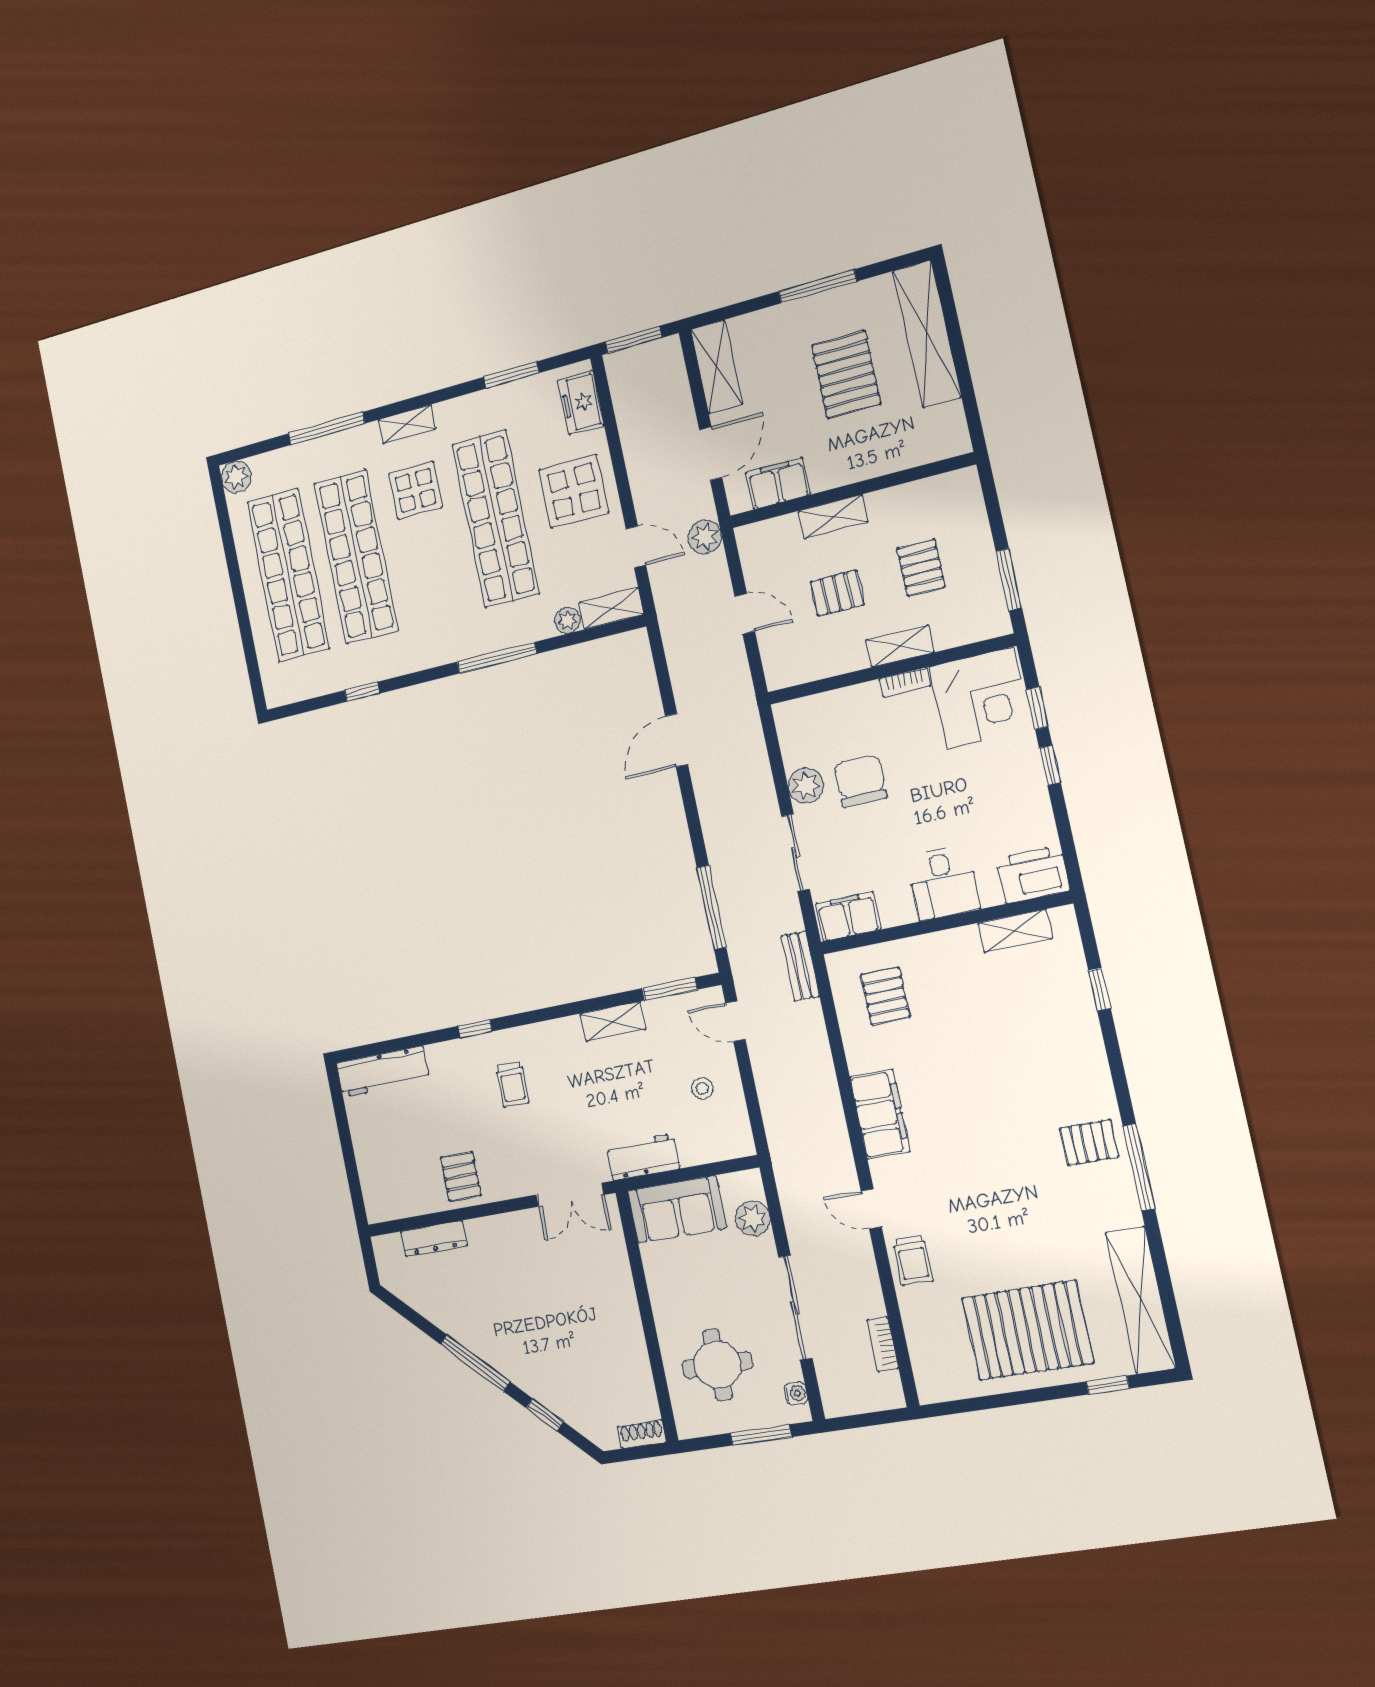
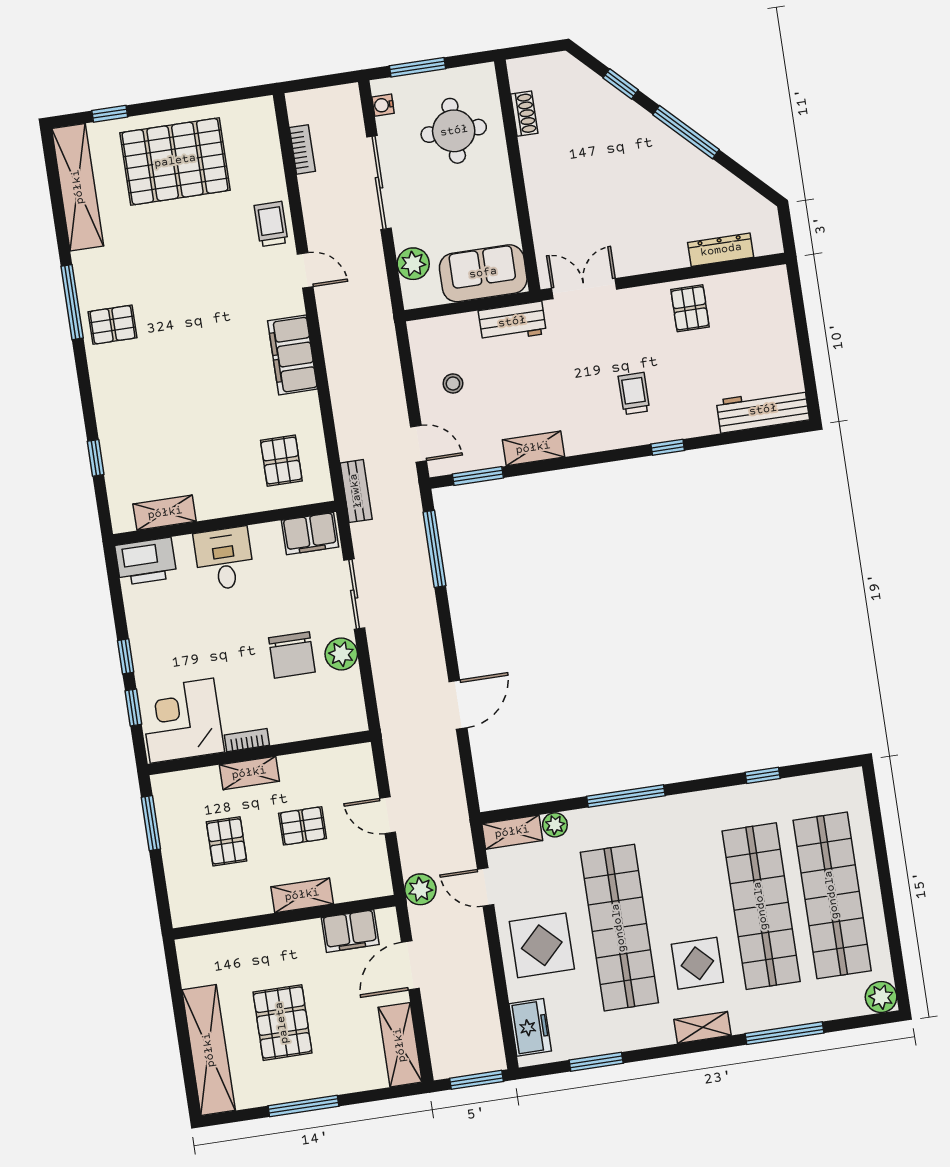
shoe rack: (642, 1434) -> (524, 114), moved, turned -90

